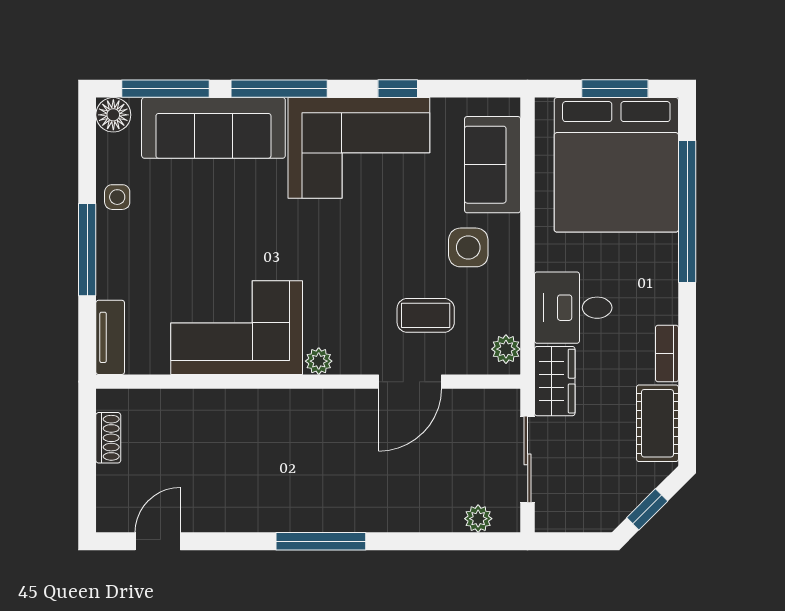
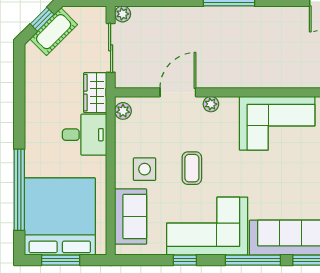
coffee table: (426, 315) -> (192, 168), moved, turned 90
bookcase: (667, 354) -> (31, 108), removed
plant: (319, 361) -> (211, 104), moved
cot: (657, 423) -> (54, 32), moved, turned 45
plant: (478, 519) -> (123, 14), moved

